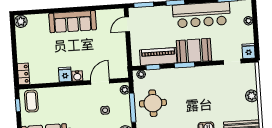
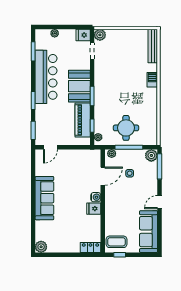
door: (127, 24) -> (50, 147), hinge flipped
door: (100, 82) -> (103, 176), swing flipped
plant: (252, 96) -> (100, 35), moved

